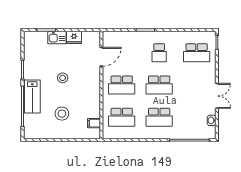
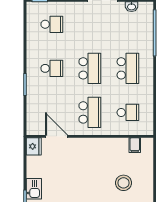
fridge: (74, 37) -> (34, 146), moved
school desk: (197, 53) -> (52, 24), width x0.54
stool: (63, 78) -> (81, 182), removed
school desk: (122, 117) -> (128, 112), width x0.54

